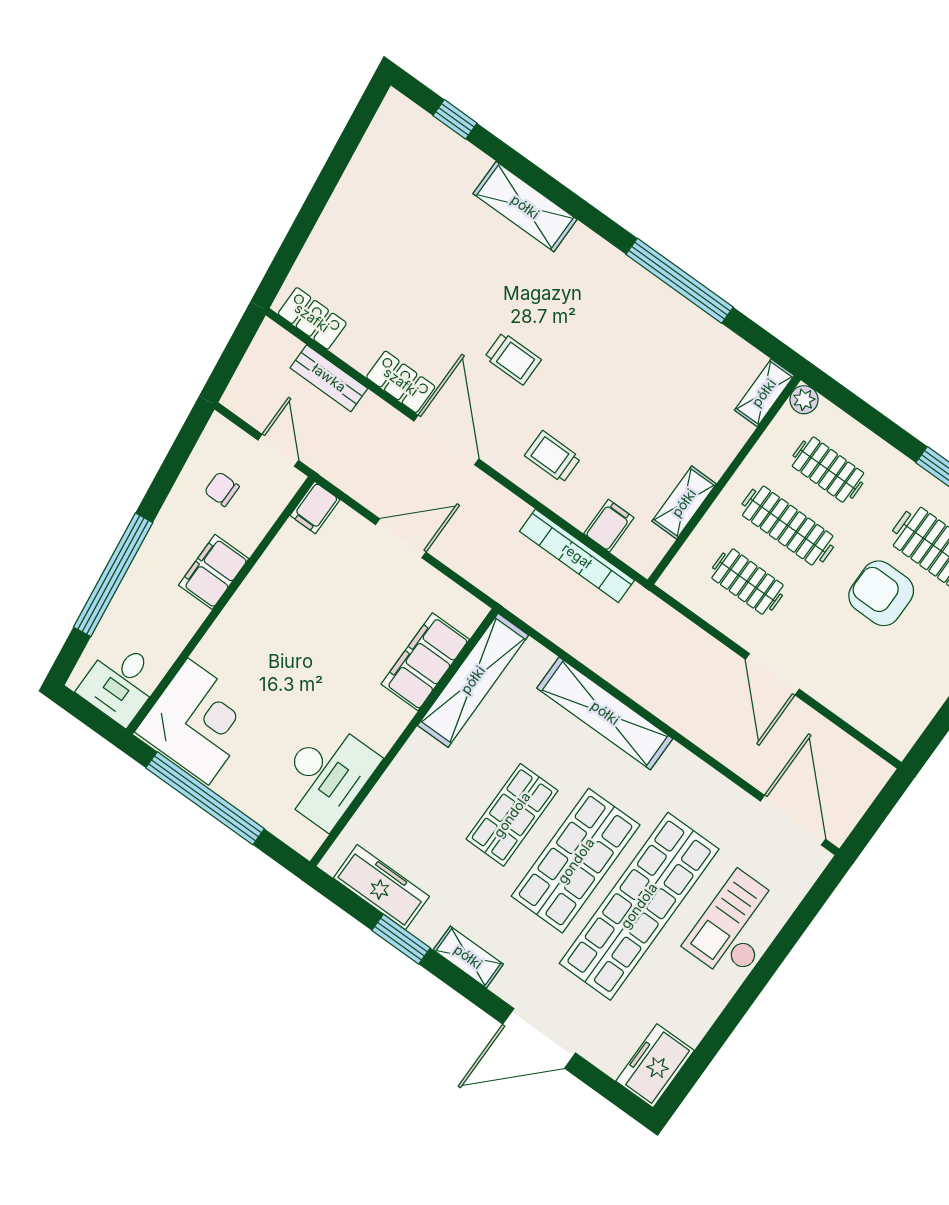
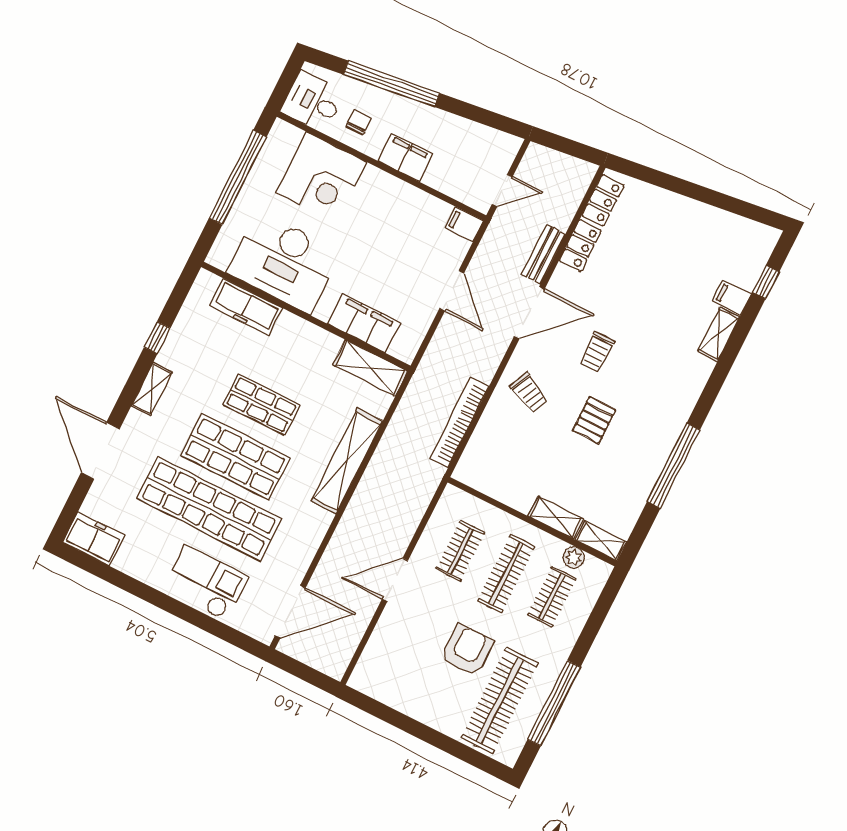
shelving: (525, 207) -> (719, 334), width x0.67, depth x0.75
pallet: (602, 376) -> (594, 420), added
bench: (329, 378) -> (543, 254), moved
locker: (401, 382) -> (580, 246), moved
plant: (804, 400) -> (574, 557), moved
trolley: (553, 457) -> (529, 393), turned 115
chair: (222, 489) -> (359, 122), moved
shelving: (684, 503) -> (556, 517), moved
filing cabinet: (609, 526) -> (732, 298), moved, turned 180
shelving: (473, 680) -> (370, 368), width x0.68
corner desk: (198, 722) -> (321, 177), moved
desk: (327, 775) -> (284, 263), width x1.36, depth x1.30
freezer: (381, 887) -> (246, 307), moved, turned 90
window: (401, 939) -> (157, 338), width x0.67

